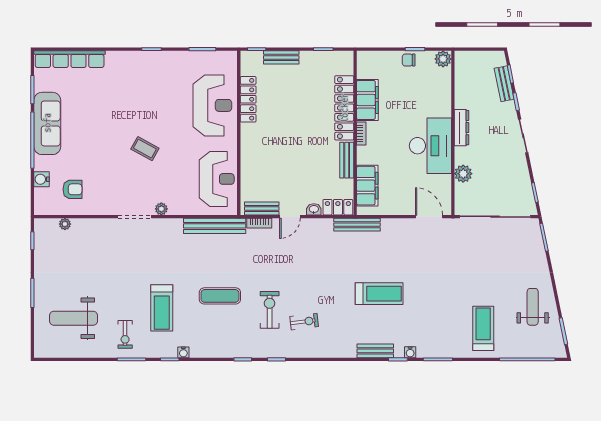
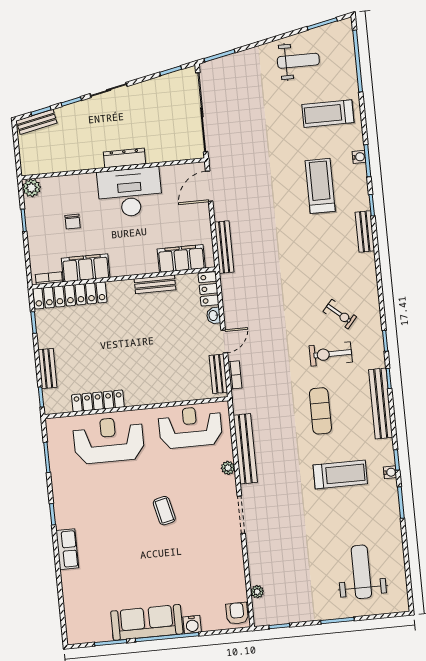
row of seats: (70, 59) -> (67, 549), moved, width x0.50
chair: (409, 60) -> (73, 222), moved
bench: (504, 84) -> (37, 122), moved
locker: (344, 108) -> (70, 295), moved
dresser: (462, 128) -> (124, 158), moved
bookcase: (361, 134) -> (49, 278), moved
coffee table: (145, 149) -> (164, 511), turned -42
plant: (463, 174) -> (157, 153), removed
water cooler: (42, 179) -> (192, 624), moved
armchair: (72, 189) -> (237, 613), moved
plant: (161, 209) -> (228, 468), moved
door: (290, 217) -> (224, 341), hinge flipped
bench: (357, 225) -> (224, 247), moved
bench: (215, 226) -> (245, 449), moved
treadmill: (379, 294) -> (320, 186), moved
weight bench: (533, 307) -> (298, 61), turned 180
weight bench: (74, 318) -> (361, 572), turned 180
exercise bike: (304, 322) -> (340, 314), turned 138
exercise bike: (125, 334) -> (374, 513), removed
bench: (221, 350) -> (381, 403), added
water cooler: (183, 352) -> (390, 472), moved
water cooler: (410, 352) -> (359, 157), moved

